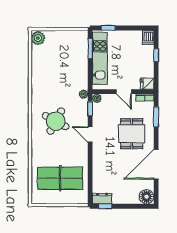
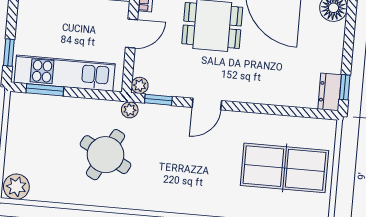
round table: (56, 121) -> (106, 155), moved
table tennis table: (60, 178) -> (284, 168), turned 90

